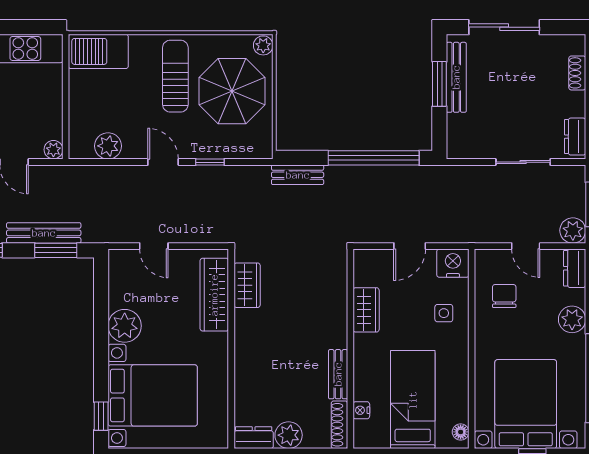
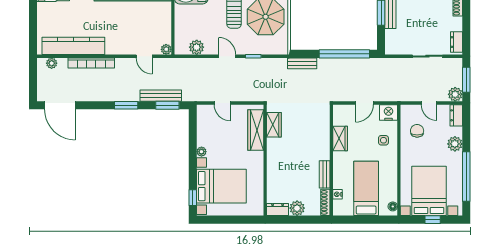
plant: (125, 326) -> (201, 152), width x0.53, depth x0.53

